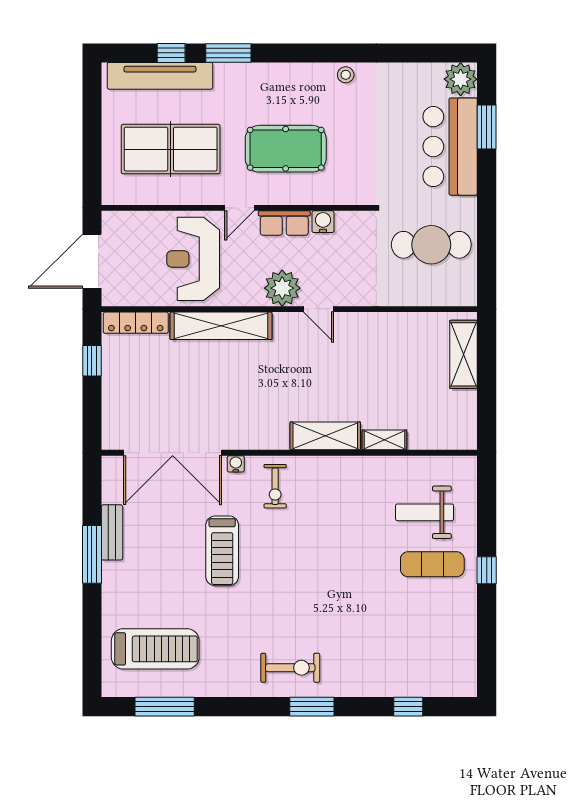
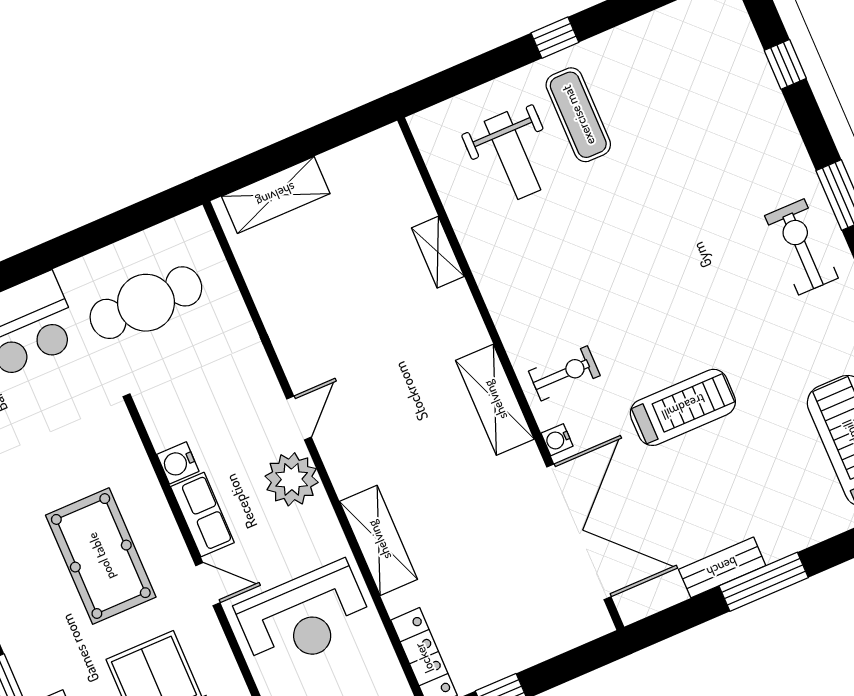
cafe table: (431, 245) -> (146, 303), turned 90
shelving: (221, 326) -> (379, 540), width x0.68
shelving: (325, 436) -> (495, 400), moved

